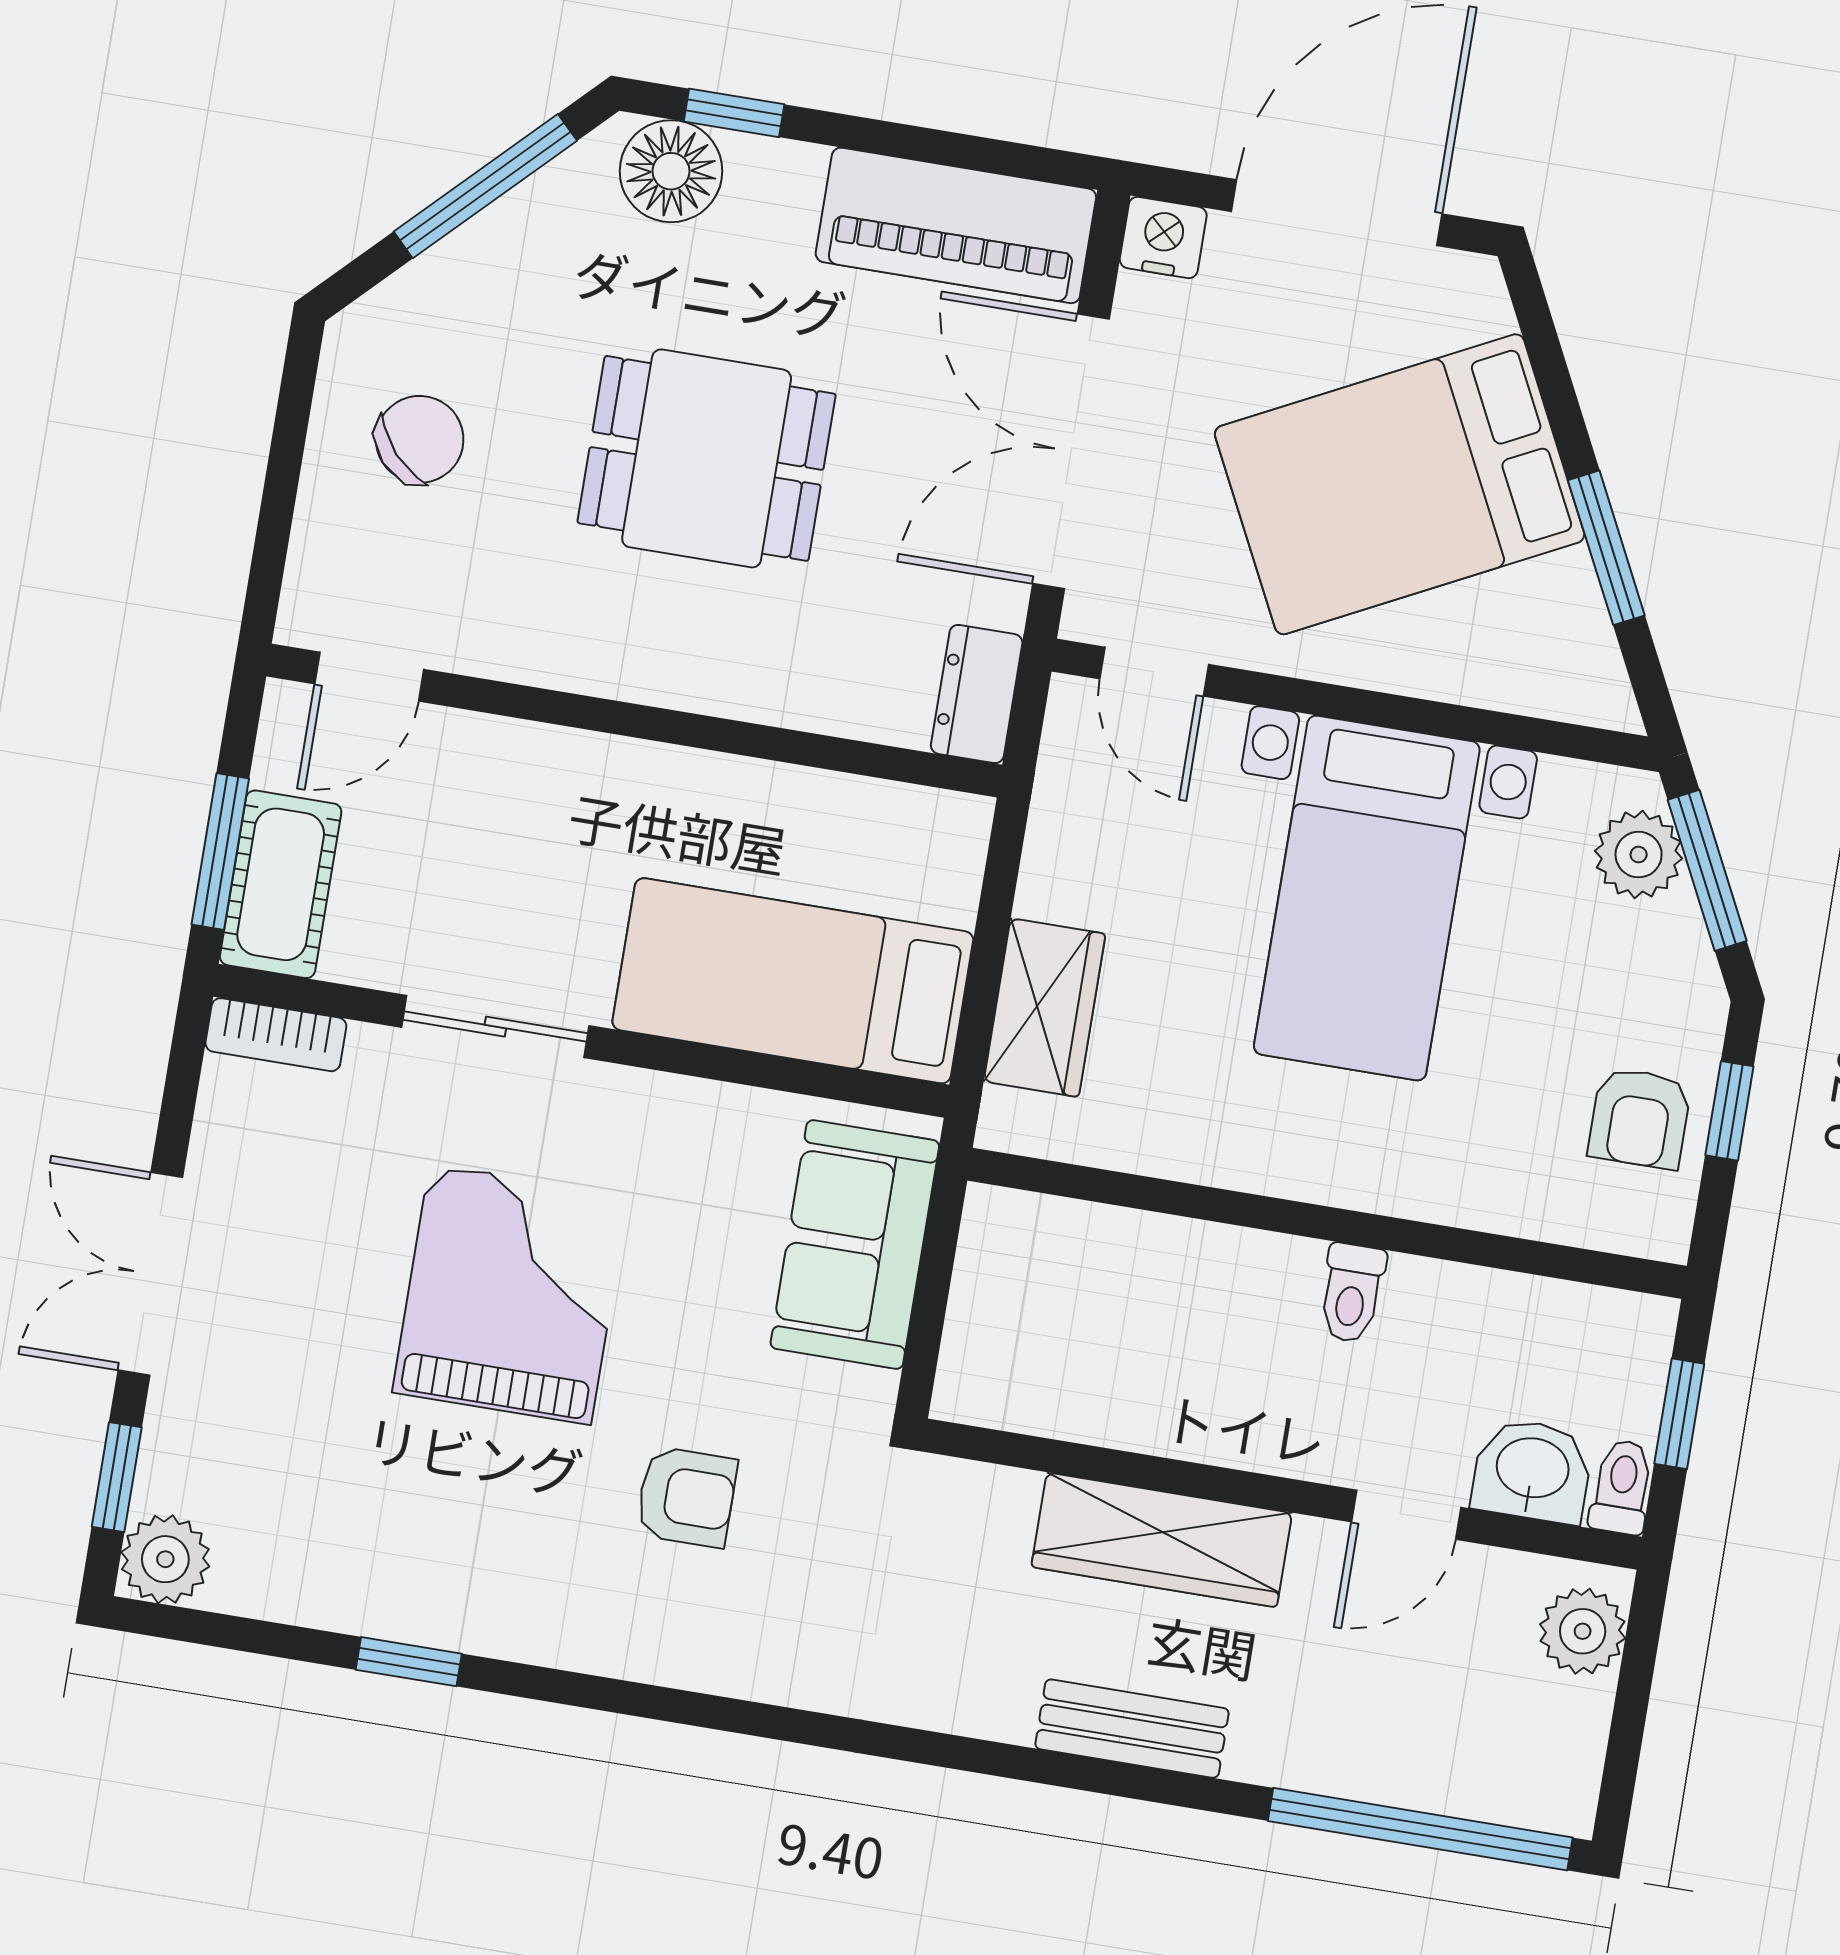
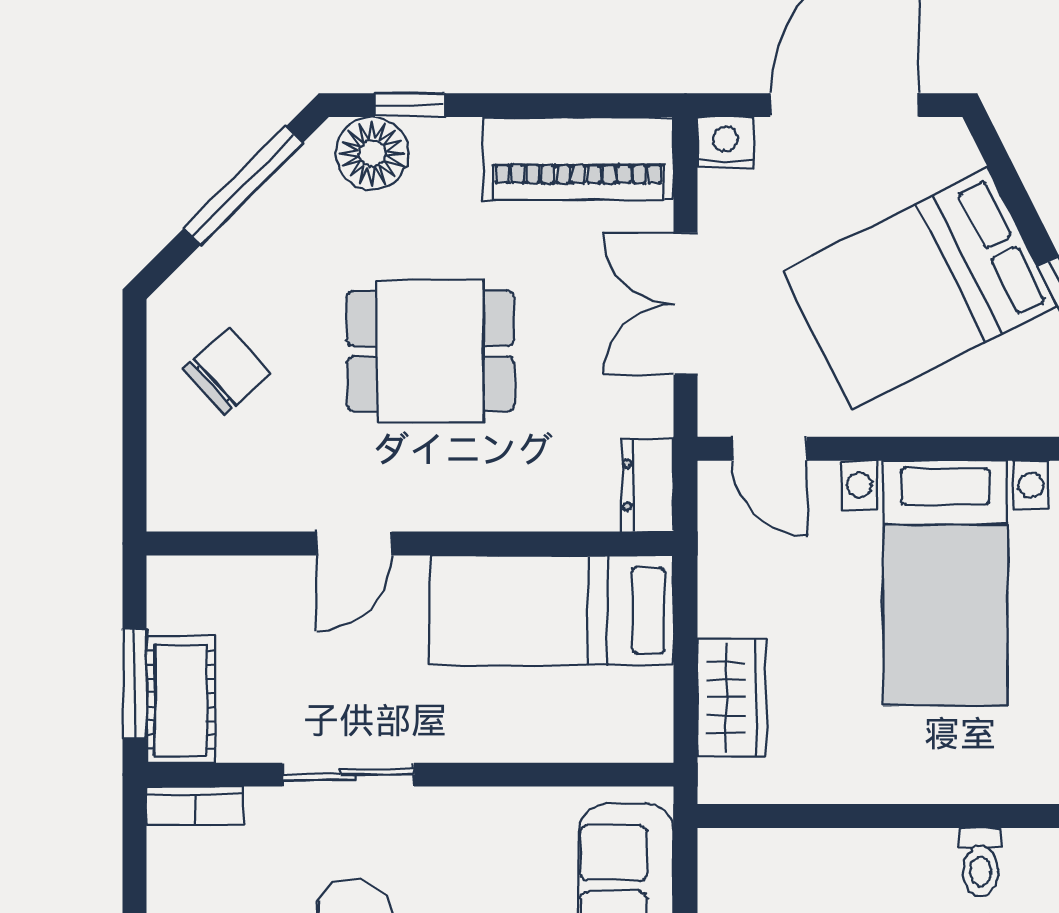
double door: (1071, 451) -> (686, 304), width x0.73
door: (369, 677) -> (354, 544), moved
bed: (793, 981) -> (552, 610), moved

